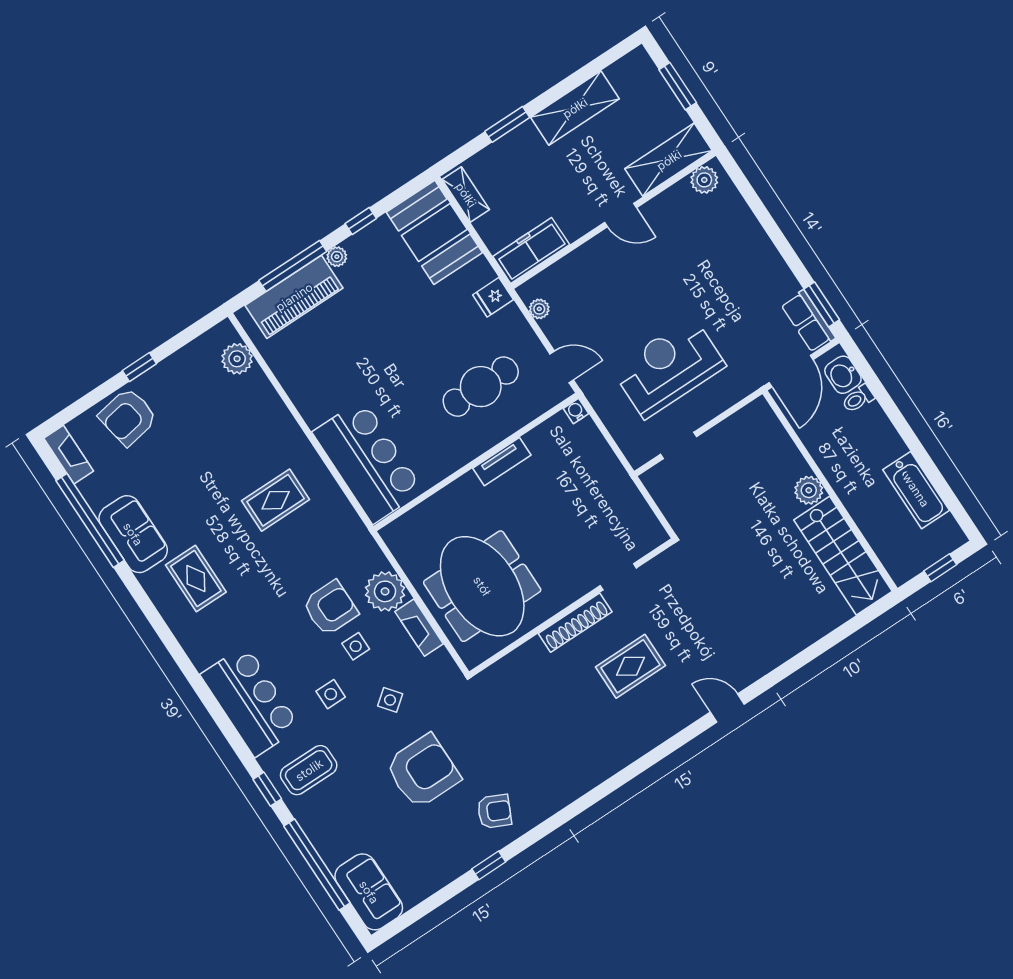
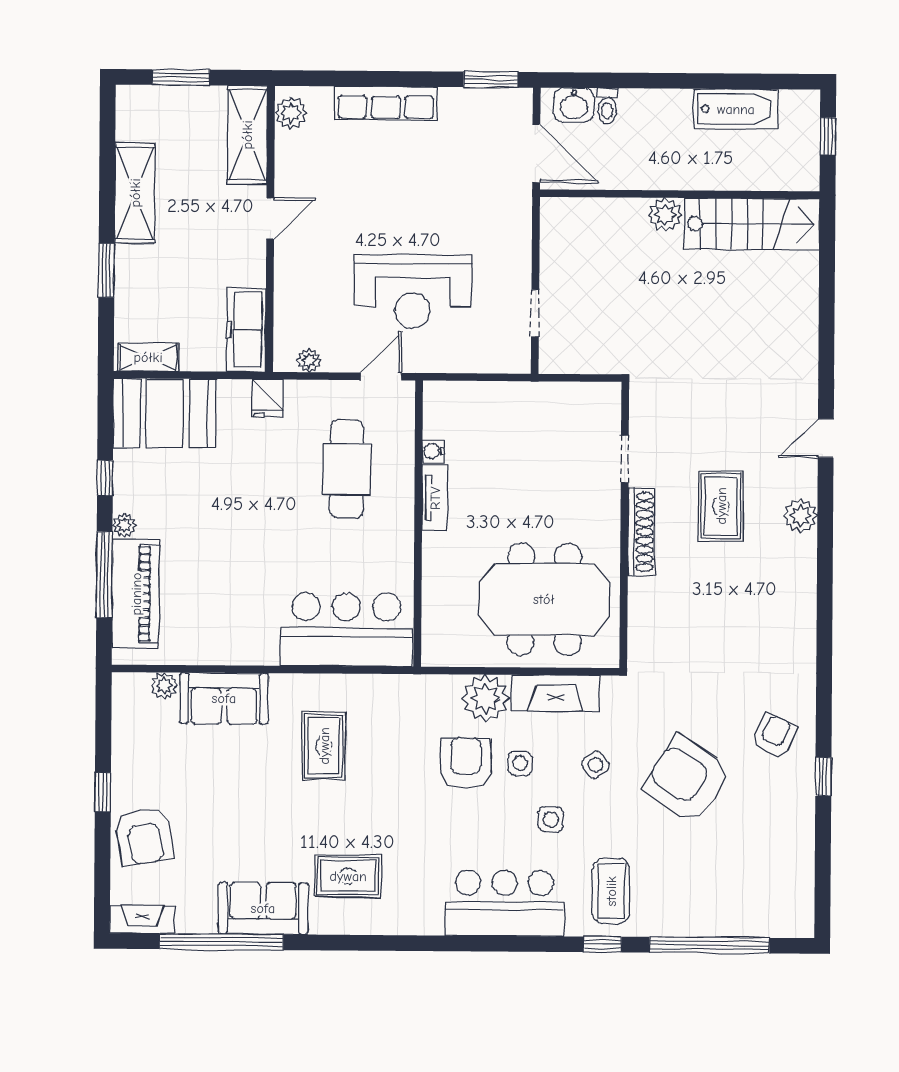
row of seats: (808, 321) -> (386, 103), moved, width x1.48
plant: (237, 359) -> (164, 686), width x0.73, depth x0.73
reception desk: (669, 367) -> (413, 292), moved, turned -90
water cooler: (576, 411) -> (433, 451), moved
fireplace: (419, 628) -> (555, 693), width x1.37, depth x1.32
plant: (661, 727) -> (800, 516), added
armchair: (423, 771) -> (687, 780), turned -57
sofa: (369, 892) -> (224, 698), moved, turned 180

